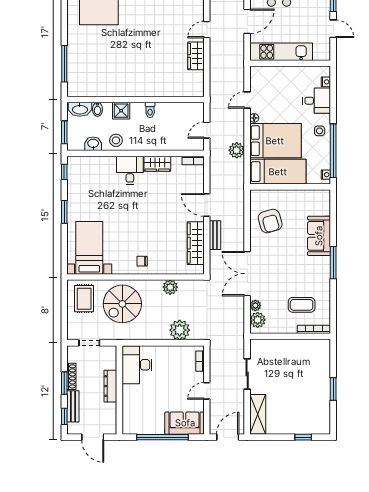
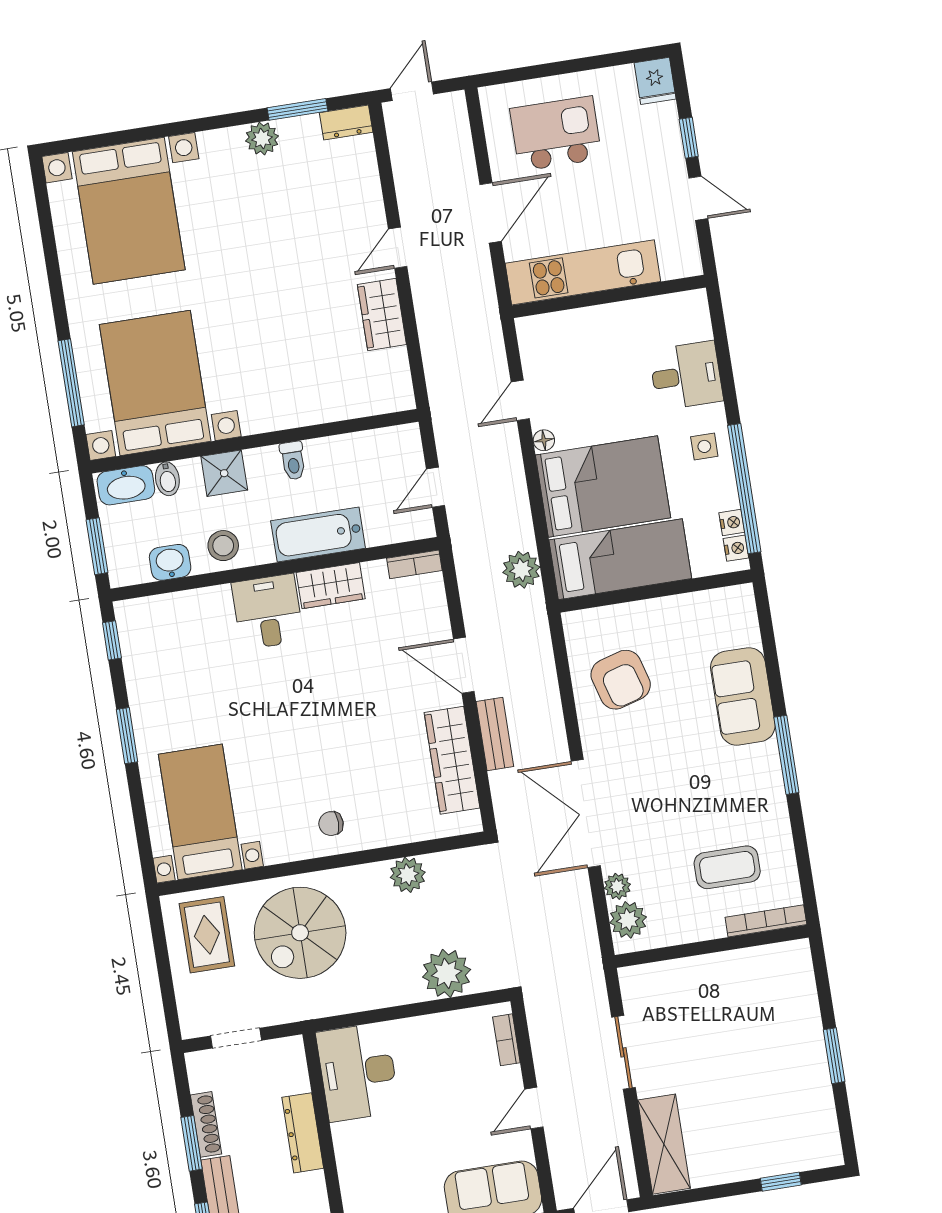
bed with nightstands: (99, 69) -> (155, 383), added
nightstand: (326, 82) -> (732, 522), moved
bathtub: (156, 142) -> (318, 535), added
plant: (237, 150) -> (521, 570), moved

